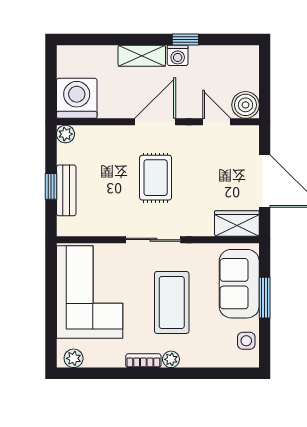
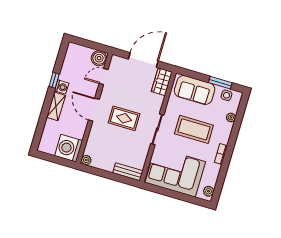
window: (51, 186) -> (112, 176), removed
bench: (66, 190) -> (128, 172), moved
window: (265, 298) -> (220, 83), moved
plant: (171, 359) -> (231, 117), moved

